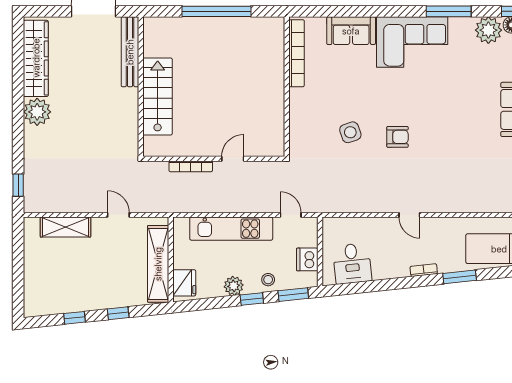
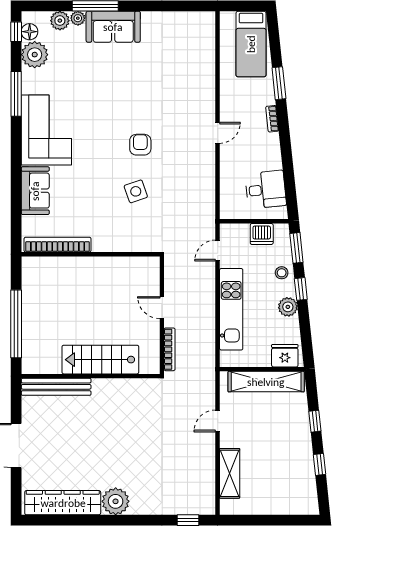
bench: (130, 52) -> (56, 387), moved
wall: (141, 87) -> (91, 376), moved
stairs: (158, 96) -> (100, 360), moved

